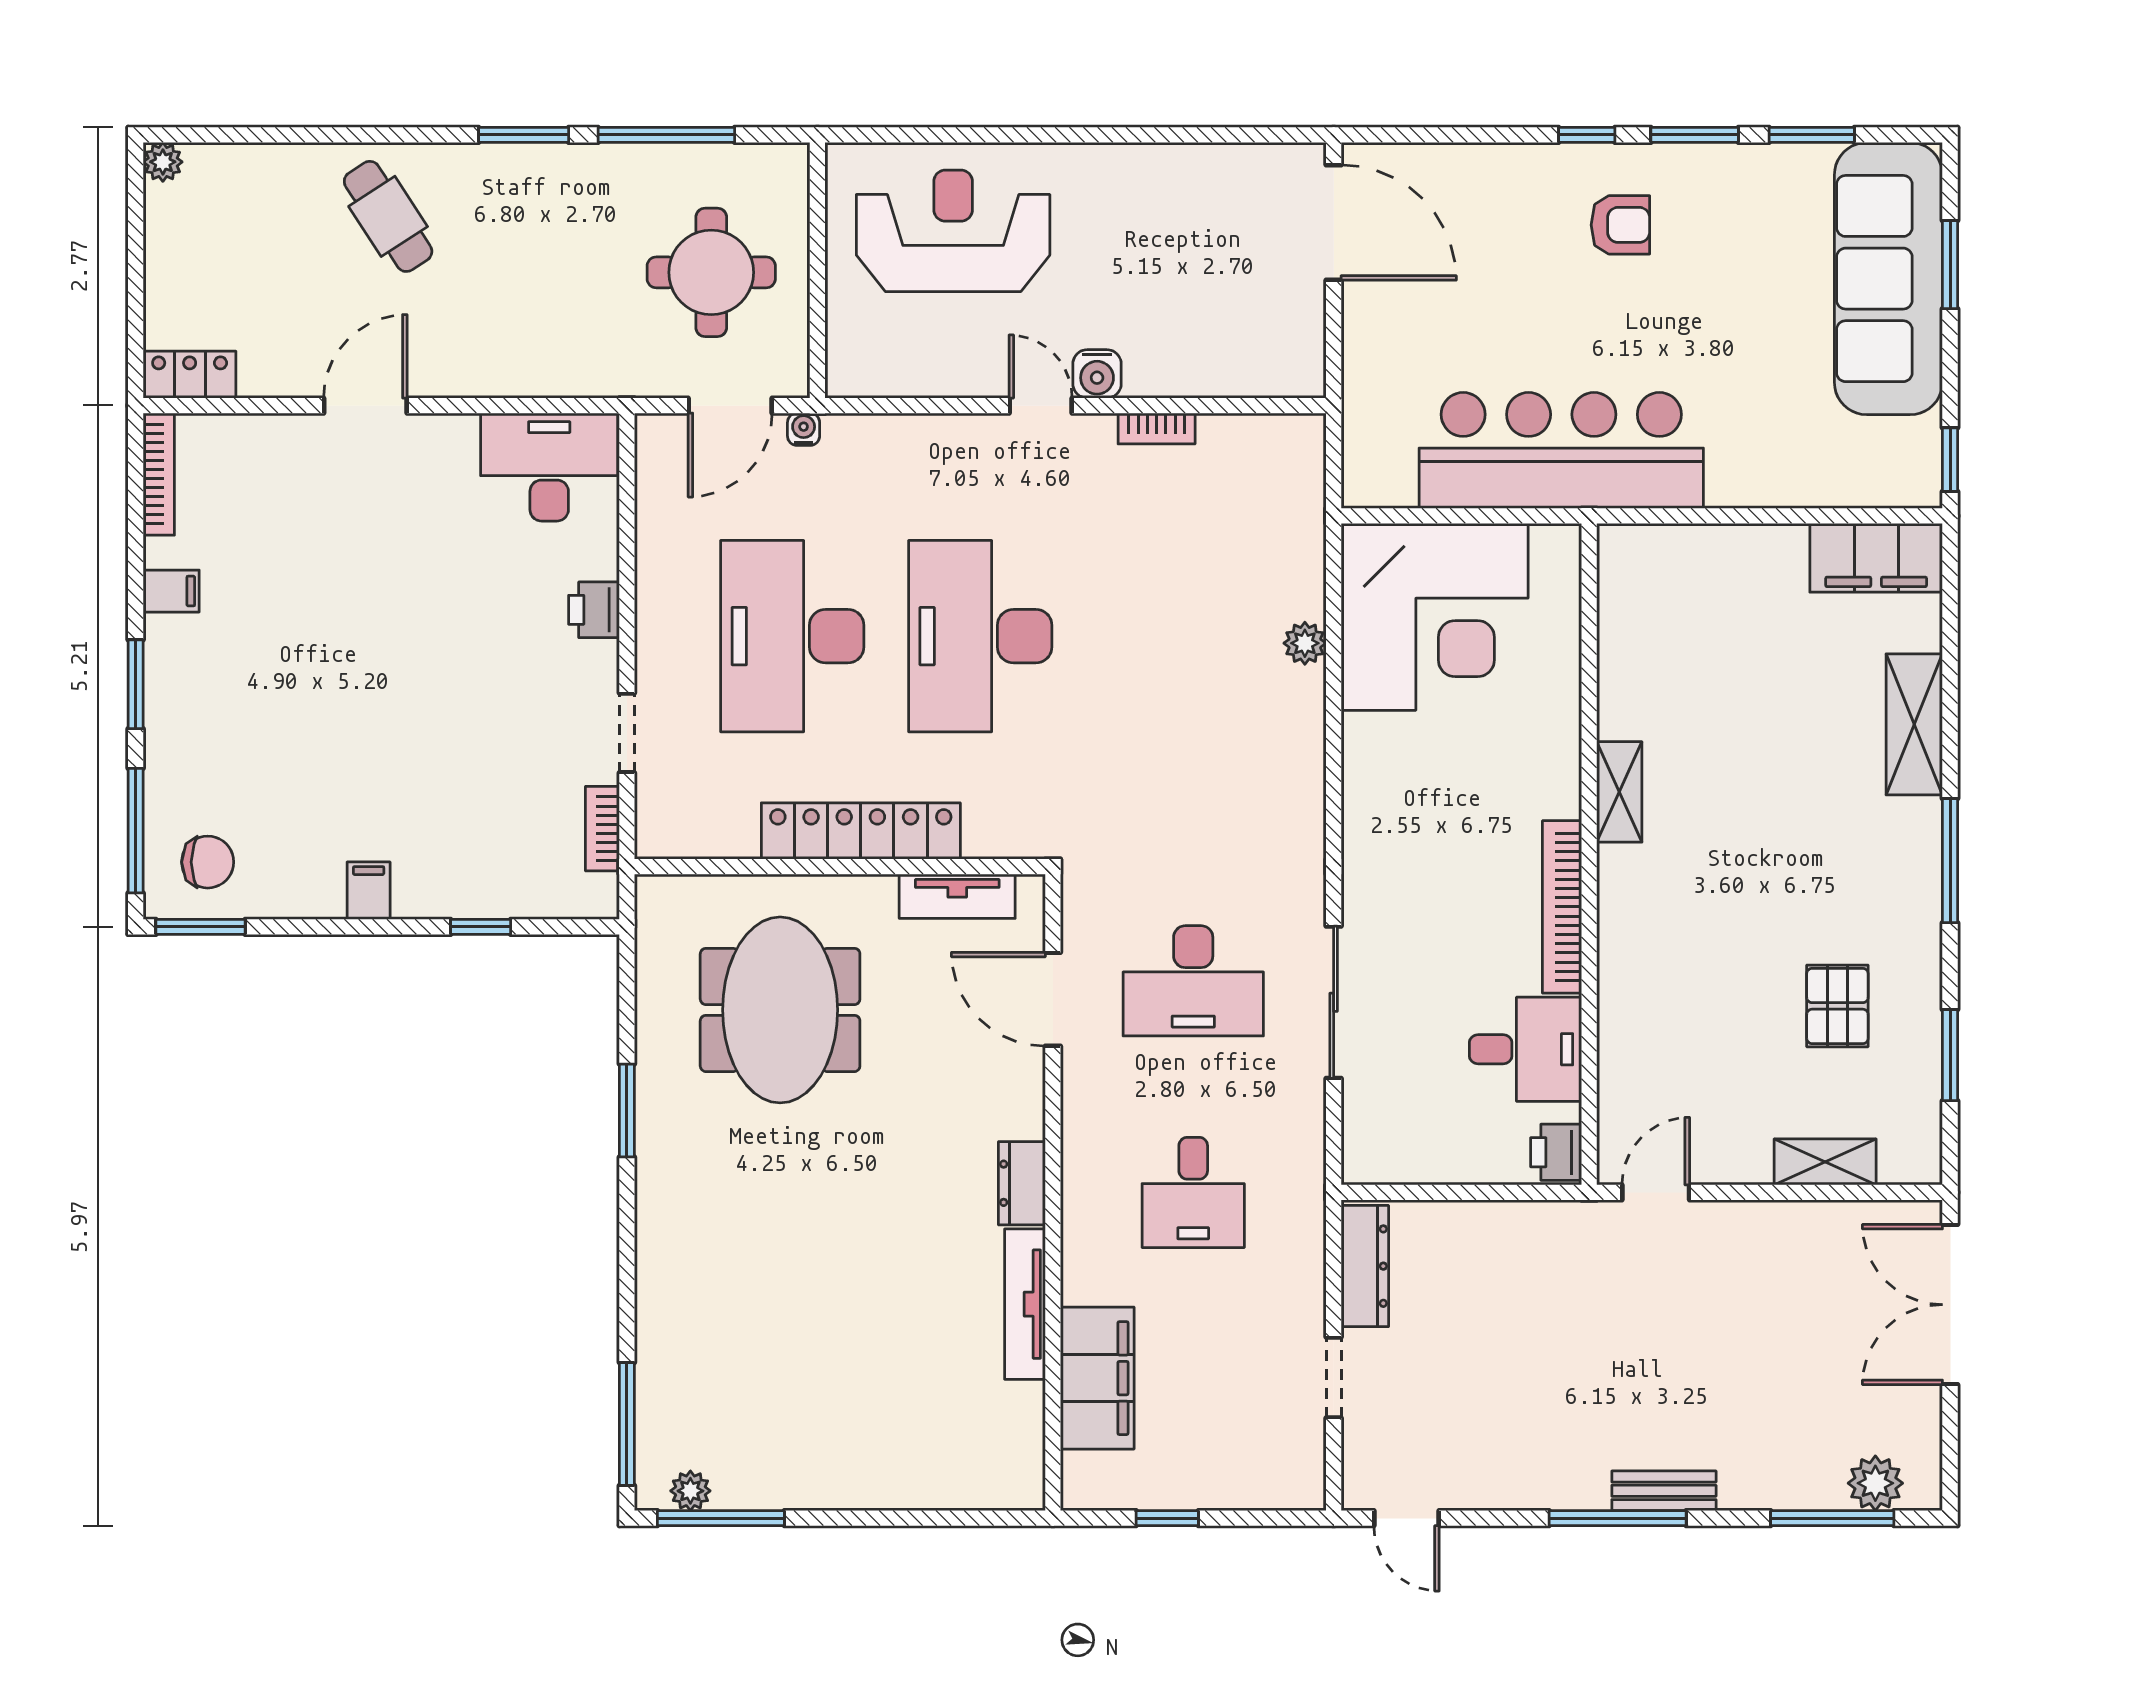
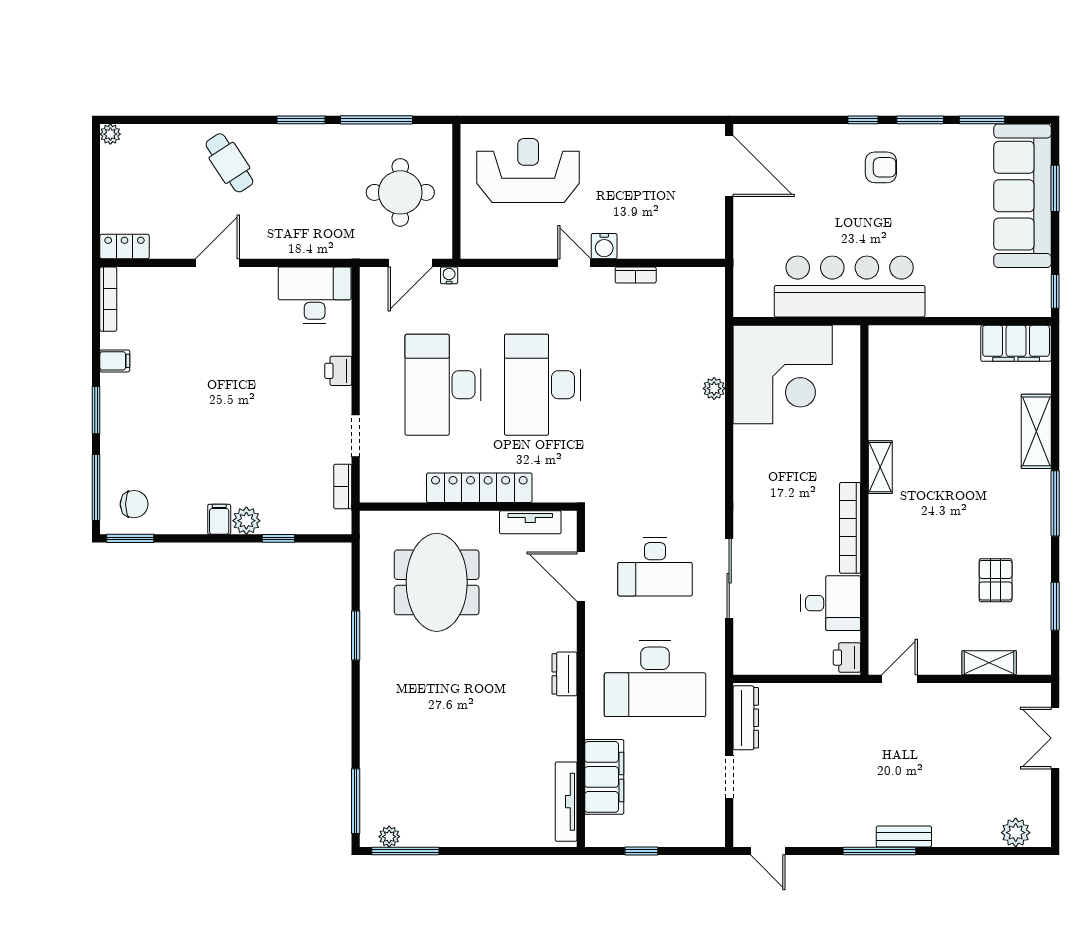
plant: (420, 893) -> (246, 521), added
desk: (1193, 1192) -> (655, 679), width x1.87, depth x1.30
tv unit: (1025, 1304) -> (566, 802), moved
double door: (1950, 1305) -> (1055, 738), width x0.73
window: (1832, 1518) -> (993, 851), removed

